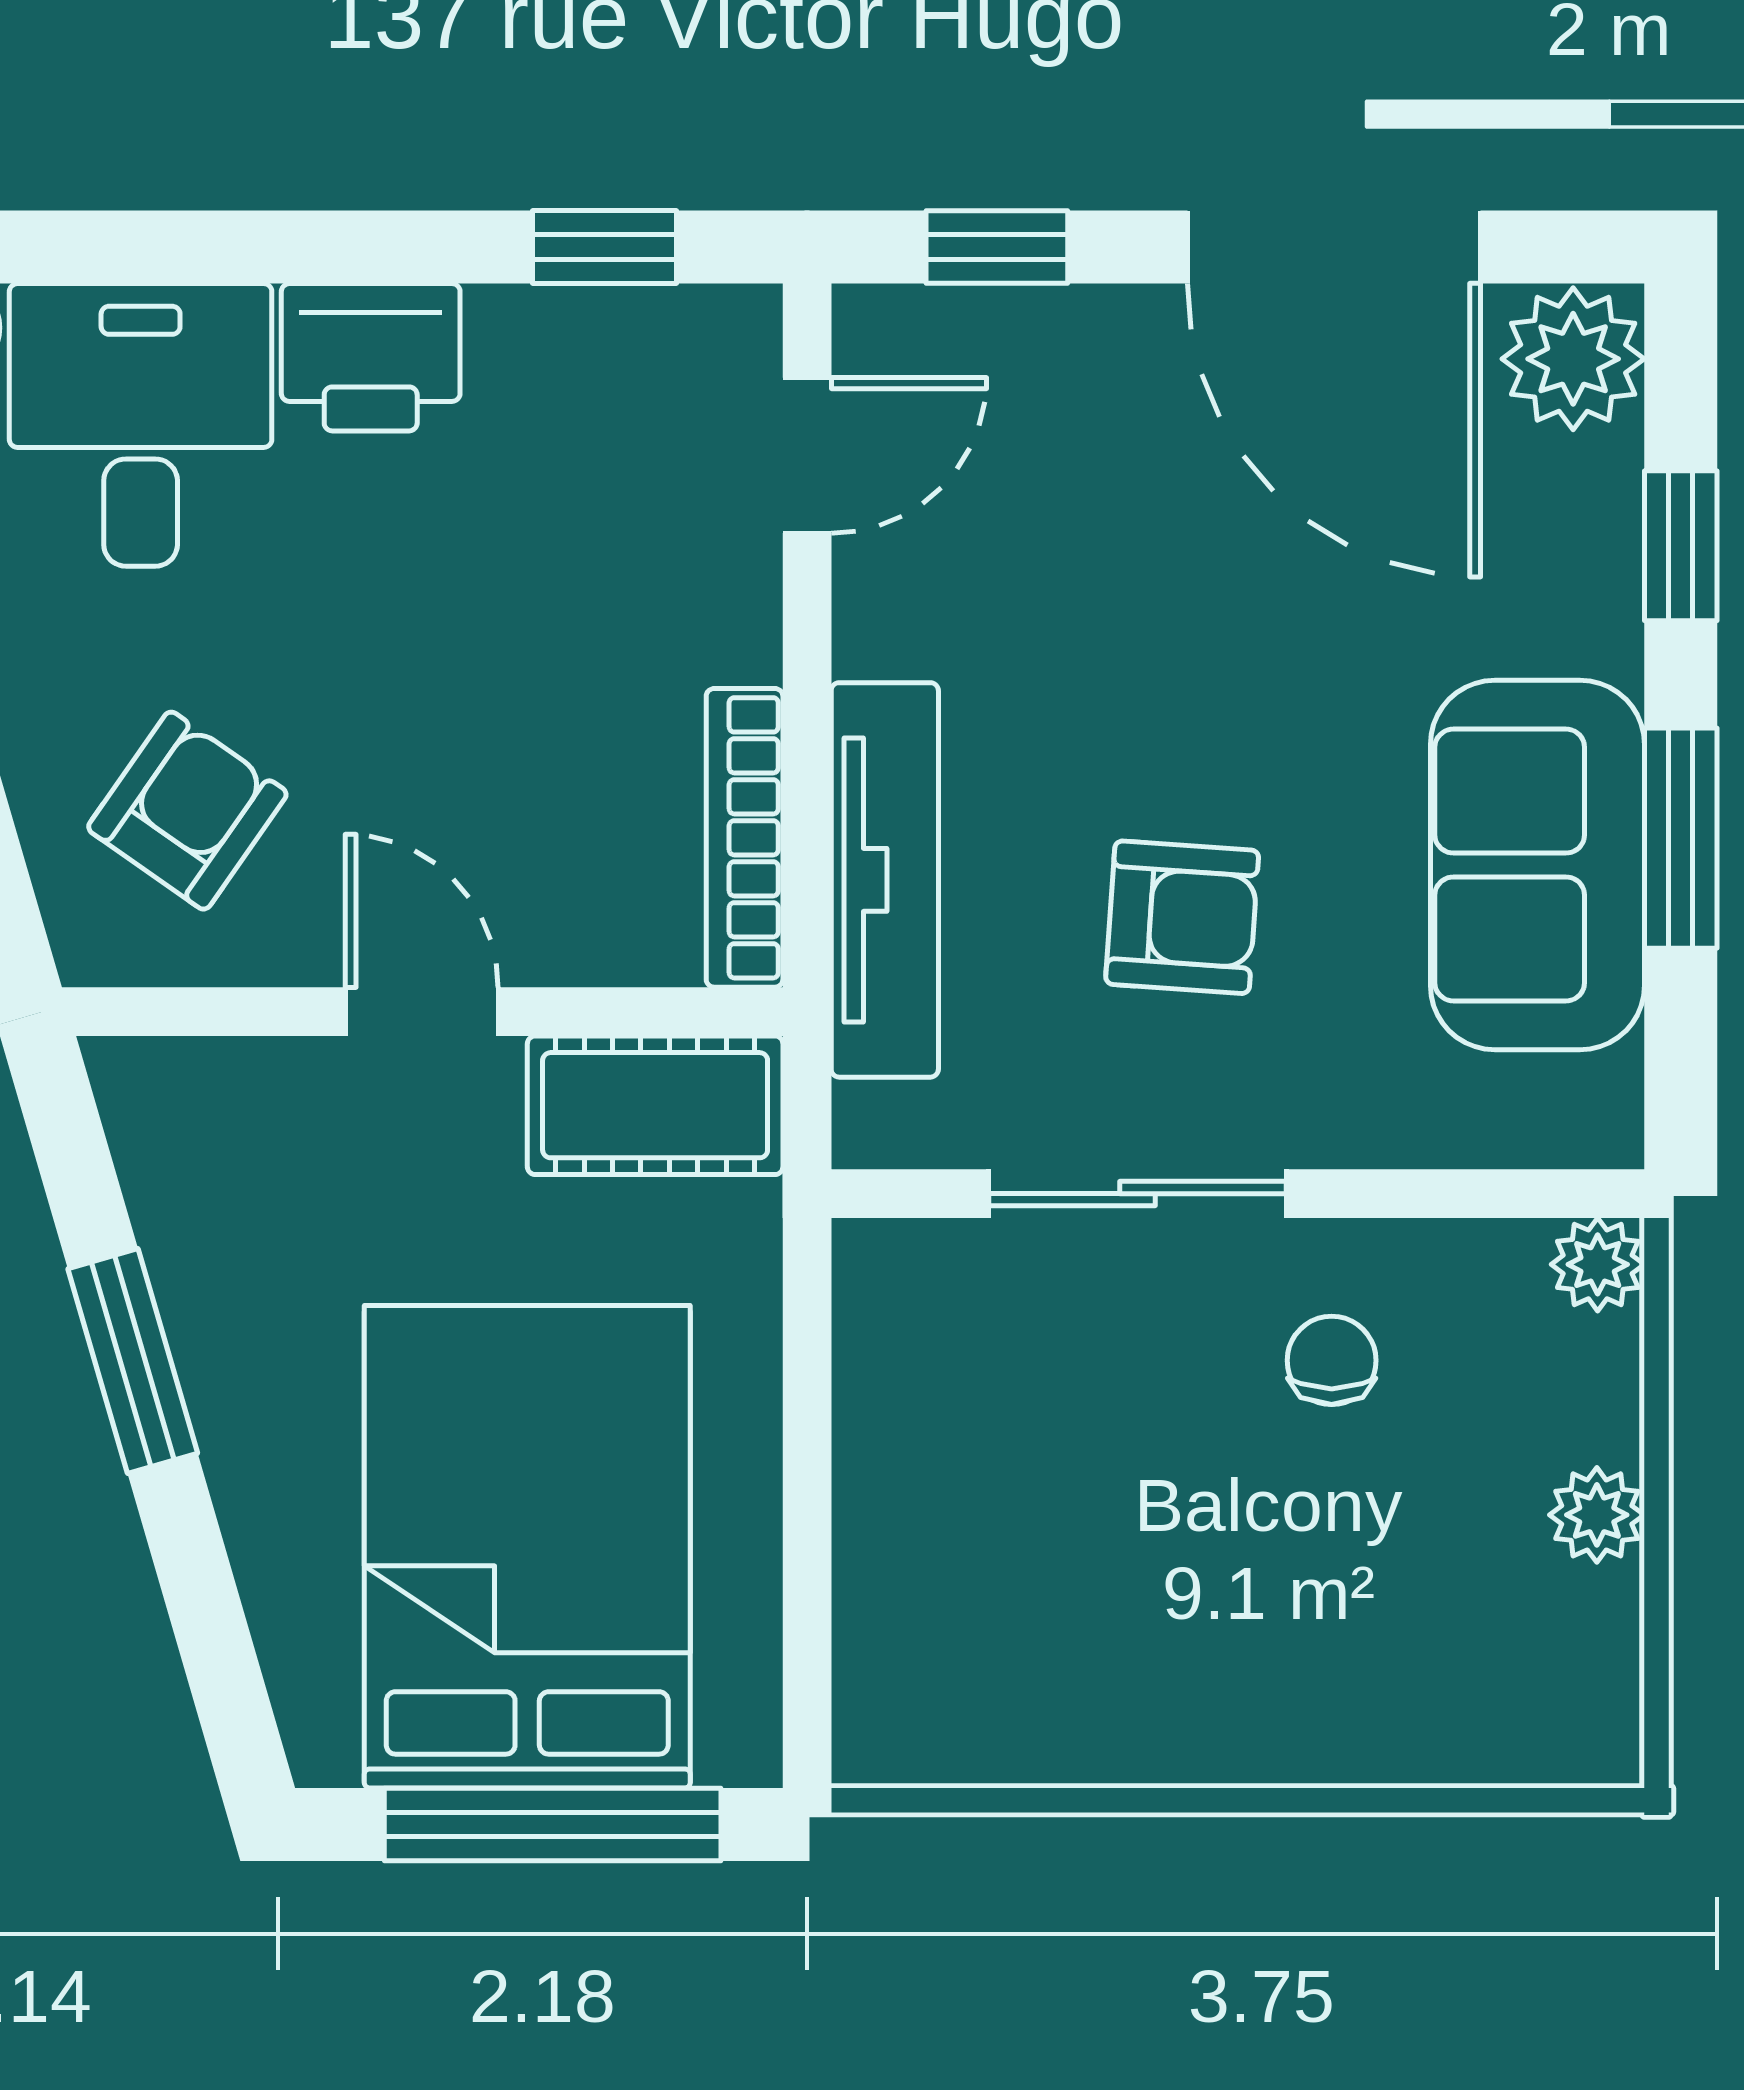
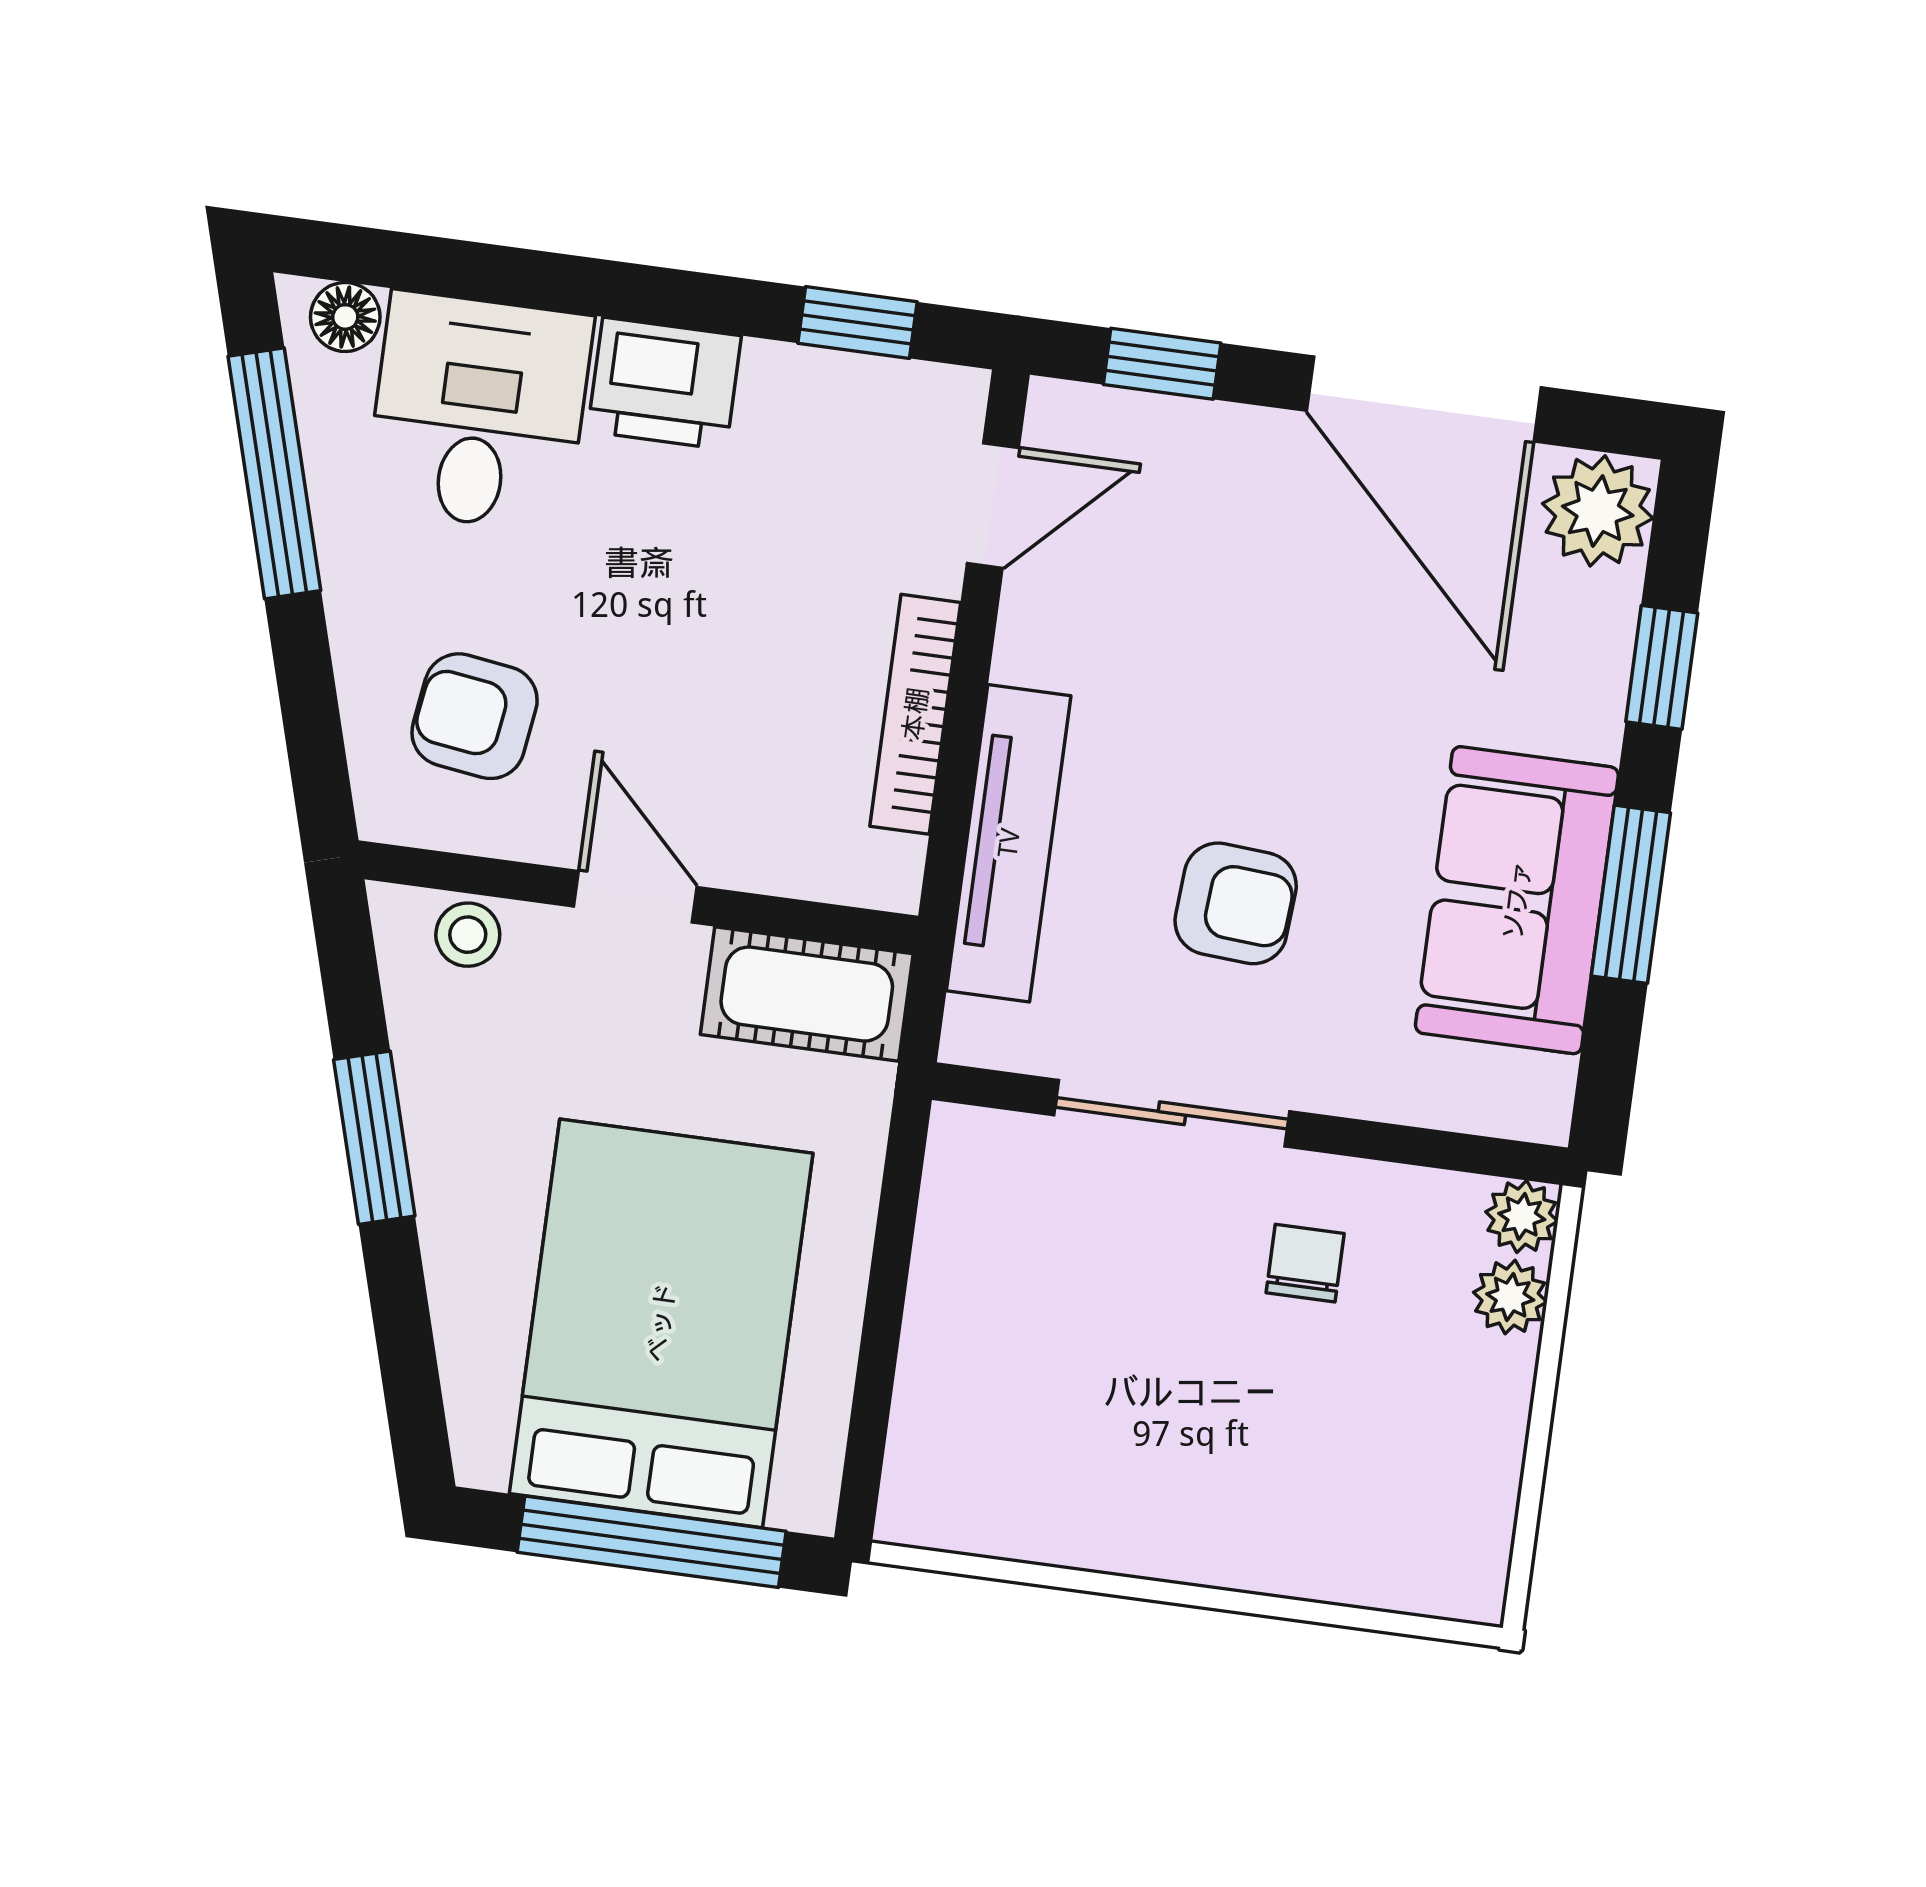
armchair: (187, 811) -> (475, 716), turned -117
bookcase: (745, 838) -> (915, 714), moved
stool: (216, 1088) -> (468, 935), added
plant: (1597, 1515) -> (1510, 1297), moved

